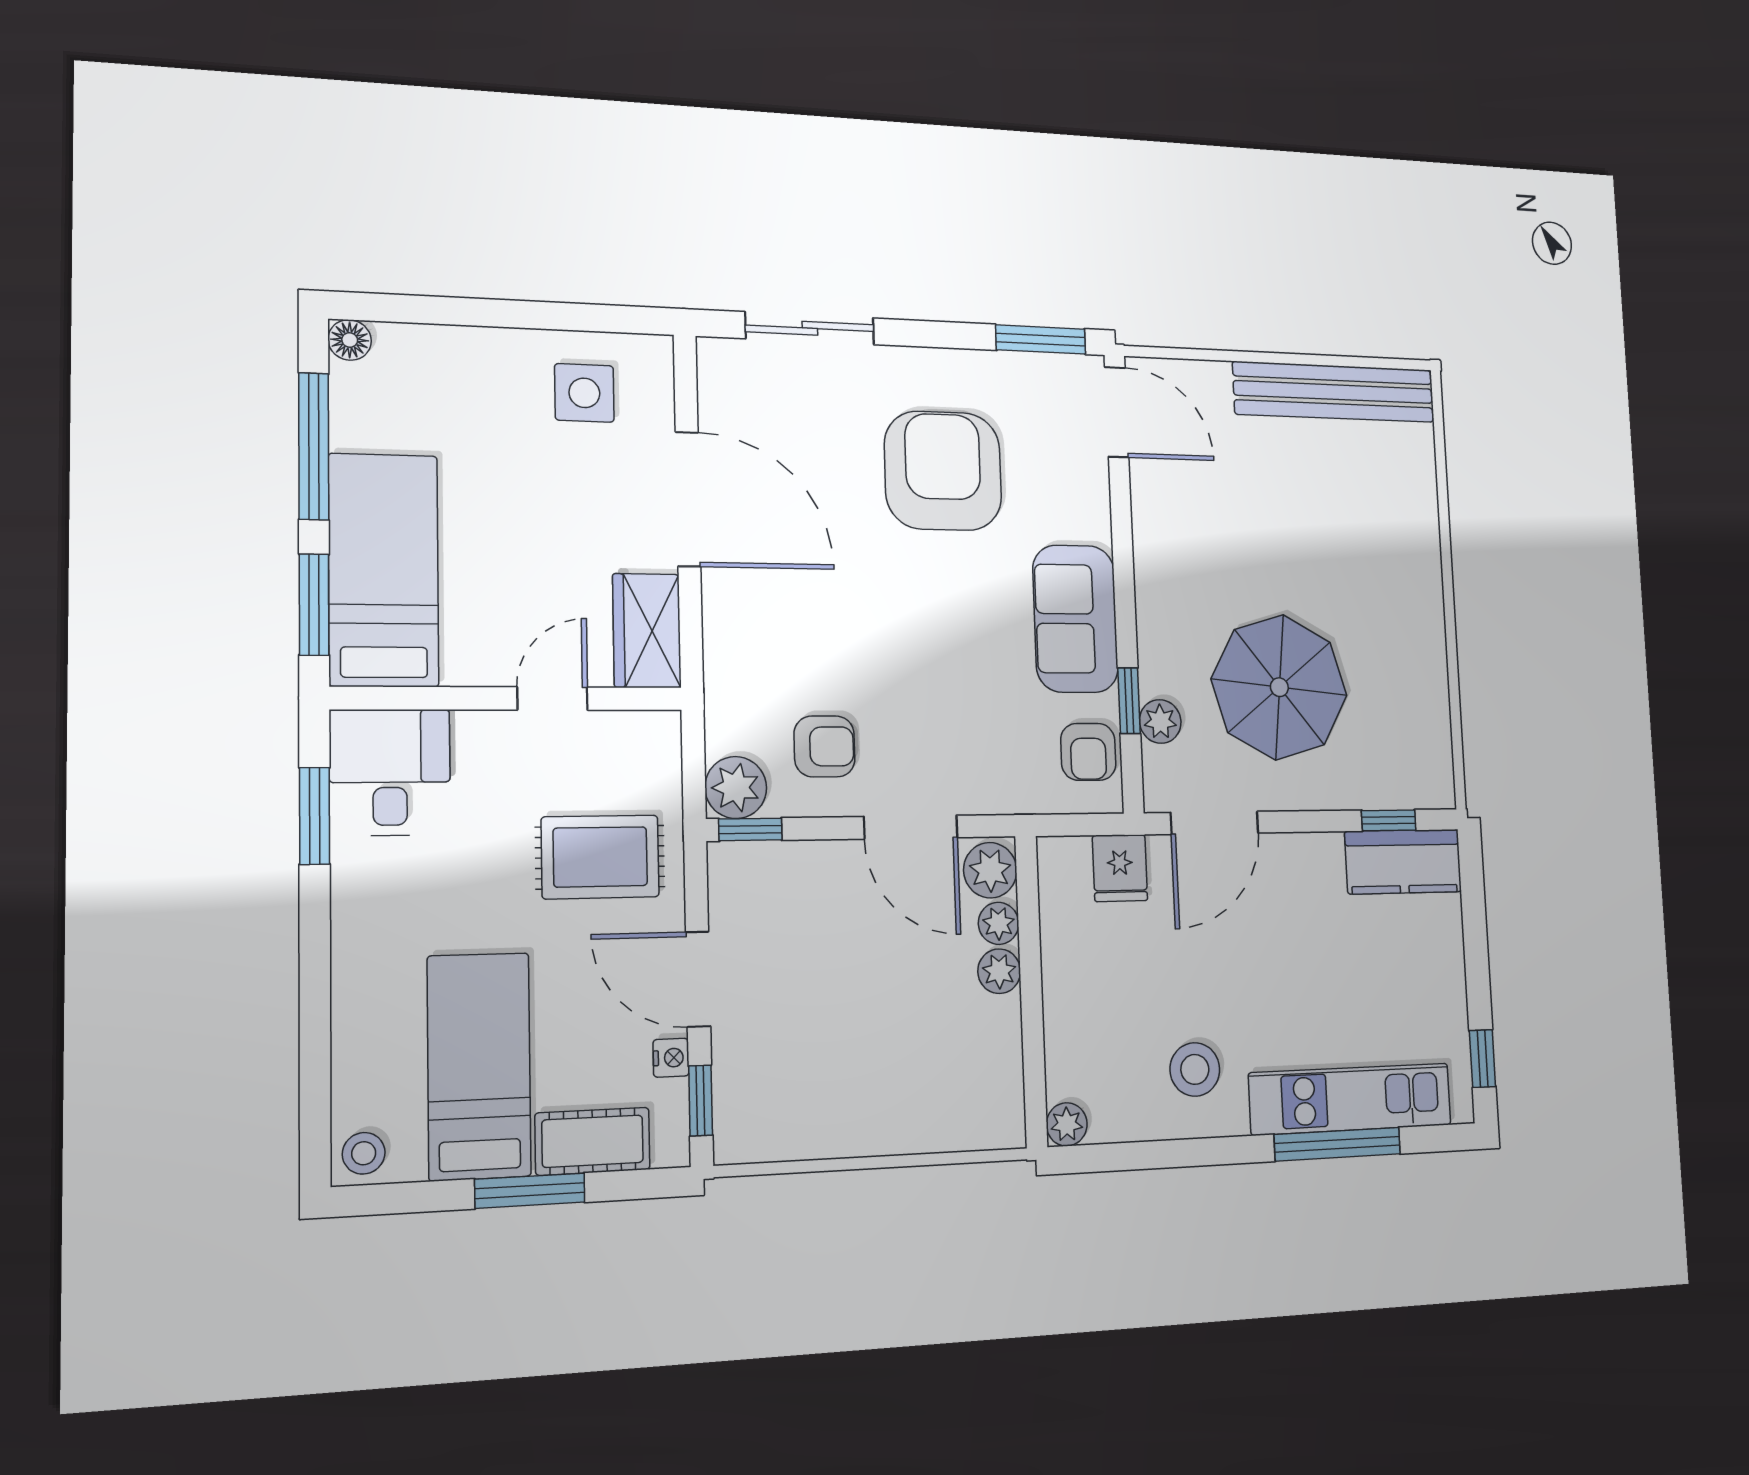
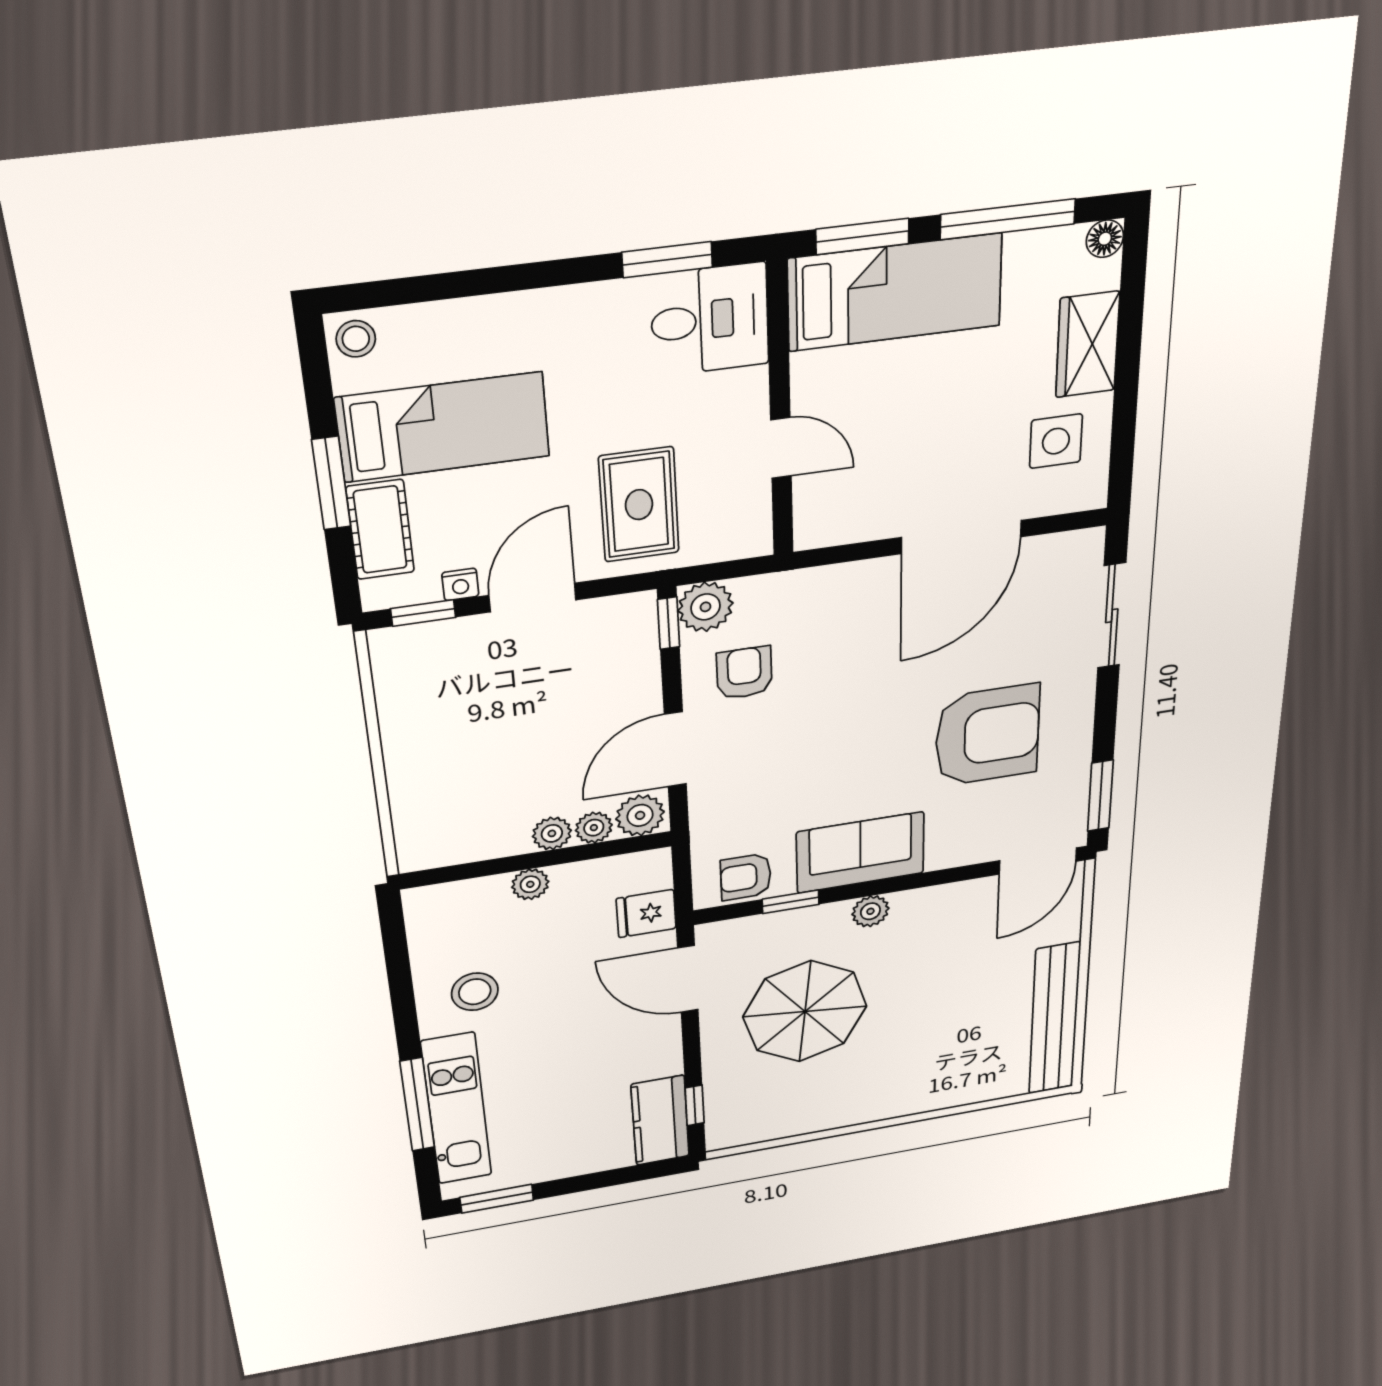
wardrobe: (647, 631) -> (1088, 345), moved, turned -90
plant: (1160, 721) -> (870, 911), moved
armchair: (824, 746) -> (744, 673), turned 180
window: (1482, 1059) -> (497, 1199), width x1.50
plant: (1067, 1124) -> (530, 884), moved

